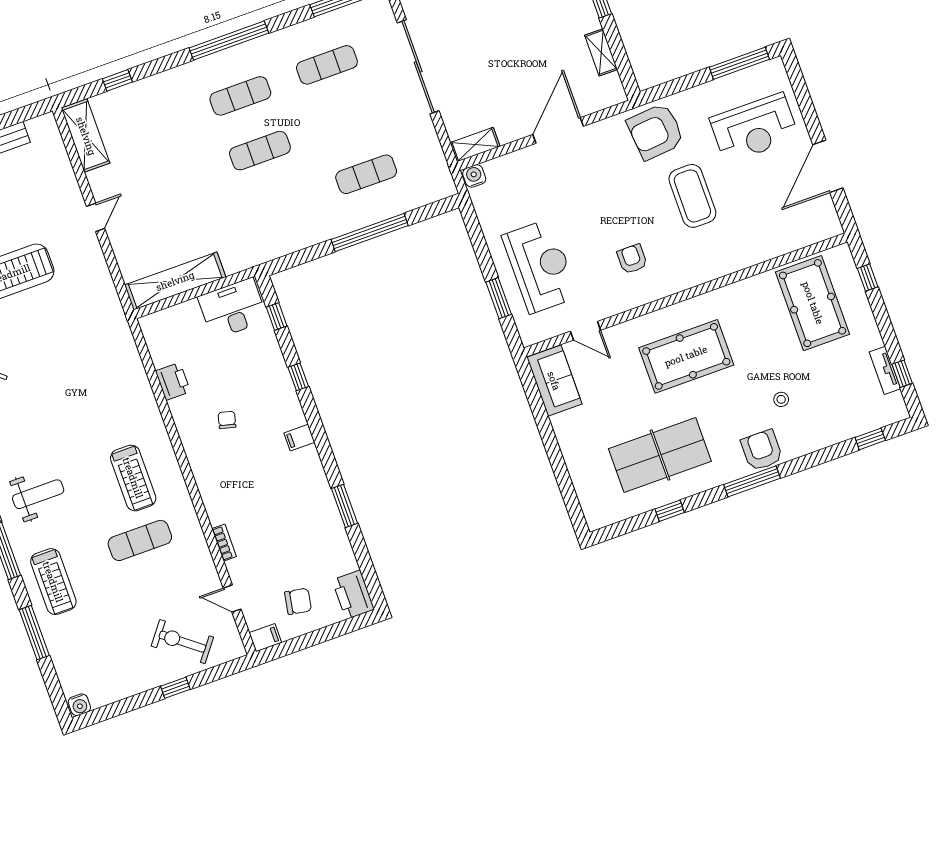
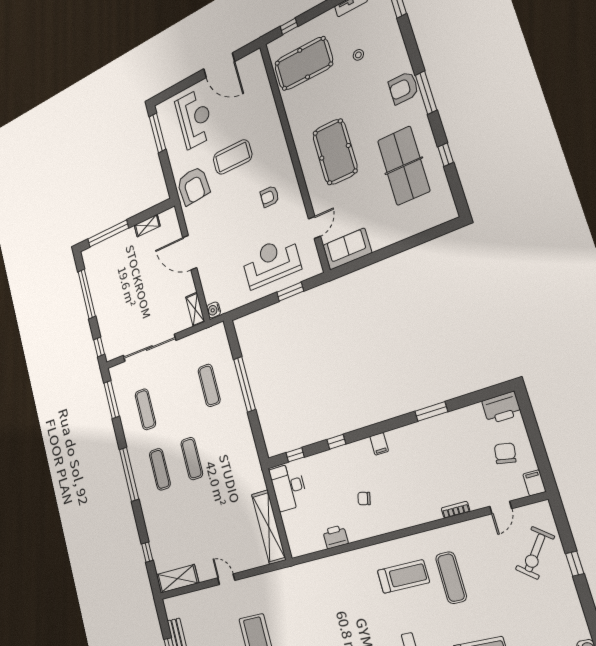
stool: (781, 399) -> (358, 55), moved

